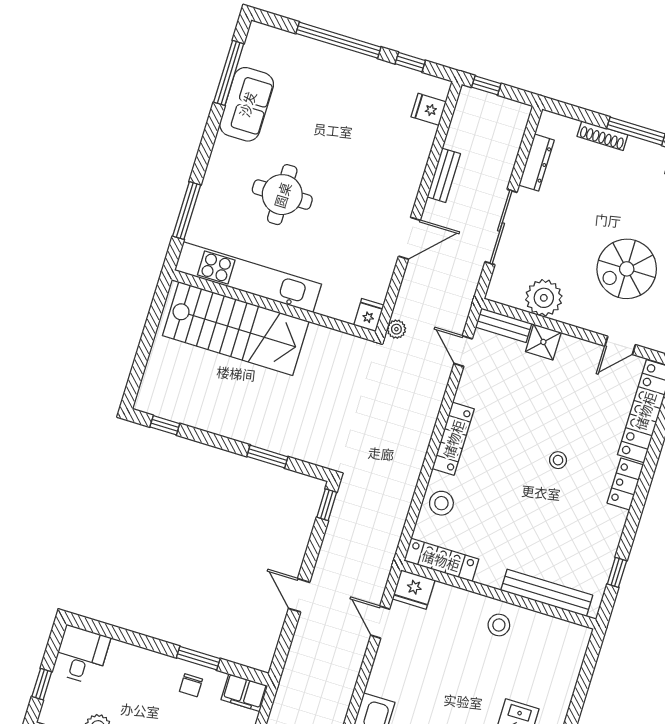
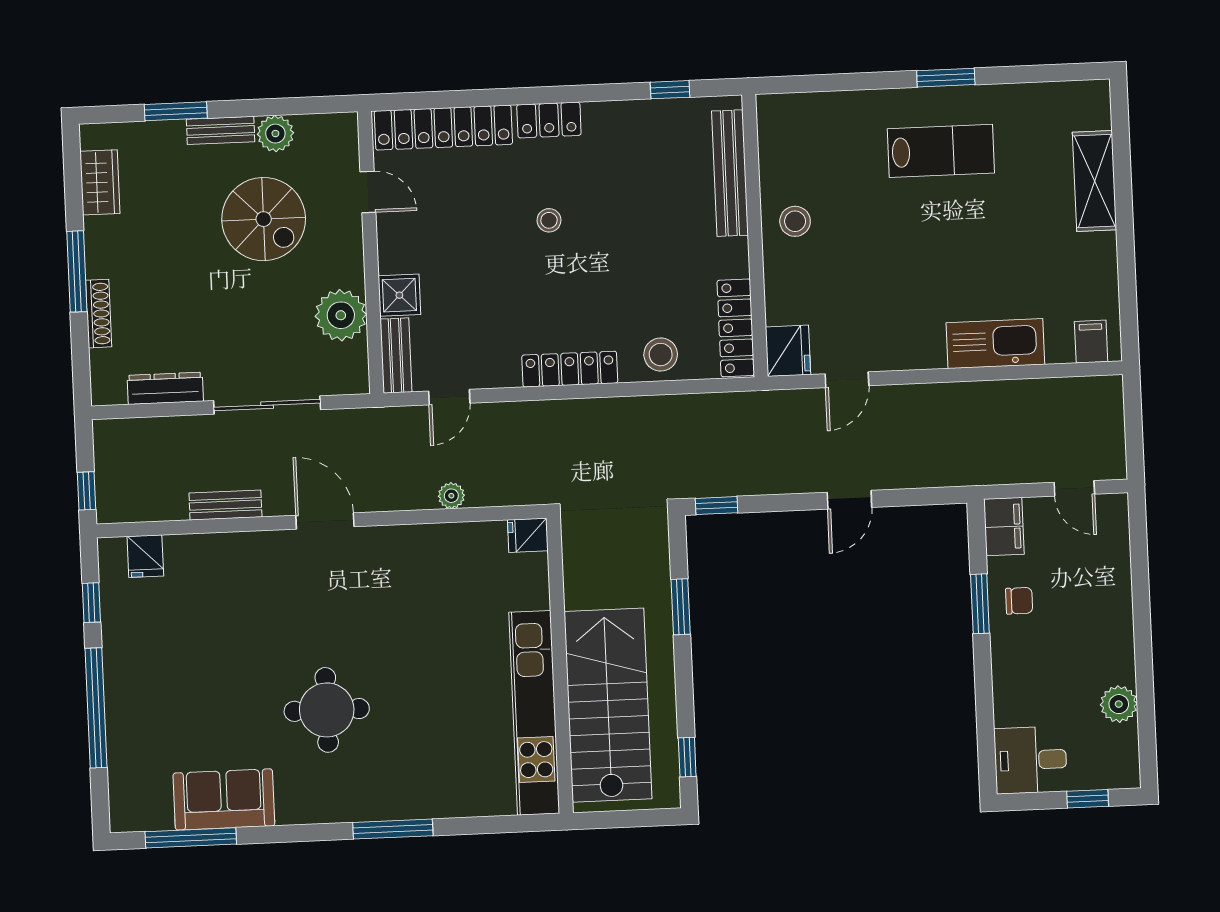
kitchen unit: (248, 277) -> (534, 713), moved
wall: (274, 306) -> (560, 665), moved
fridge: (369, 315) -> (528, 535), moved
stairs: (236, 328) -> (608, 705), moved

